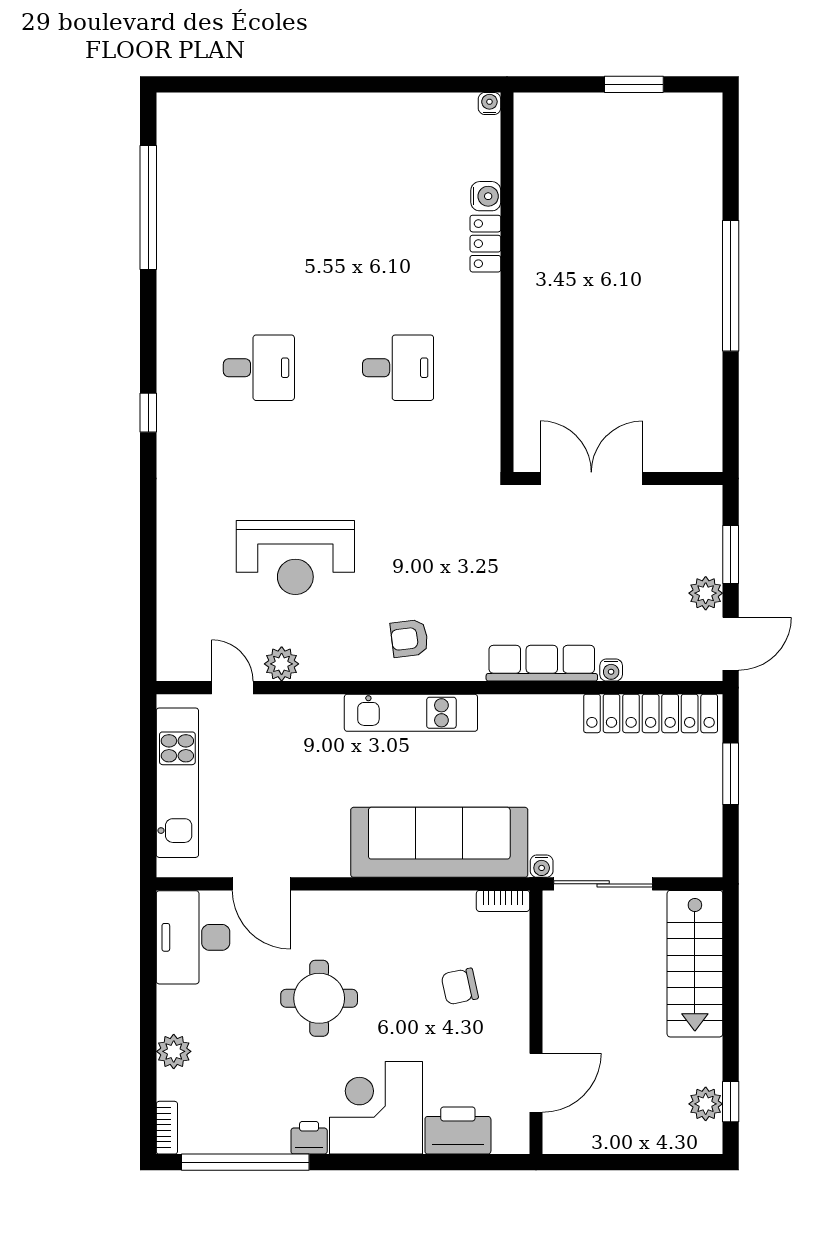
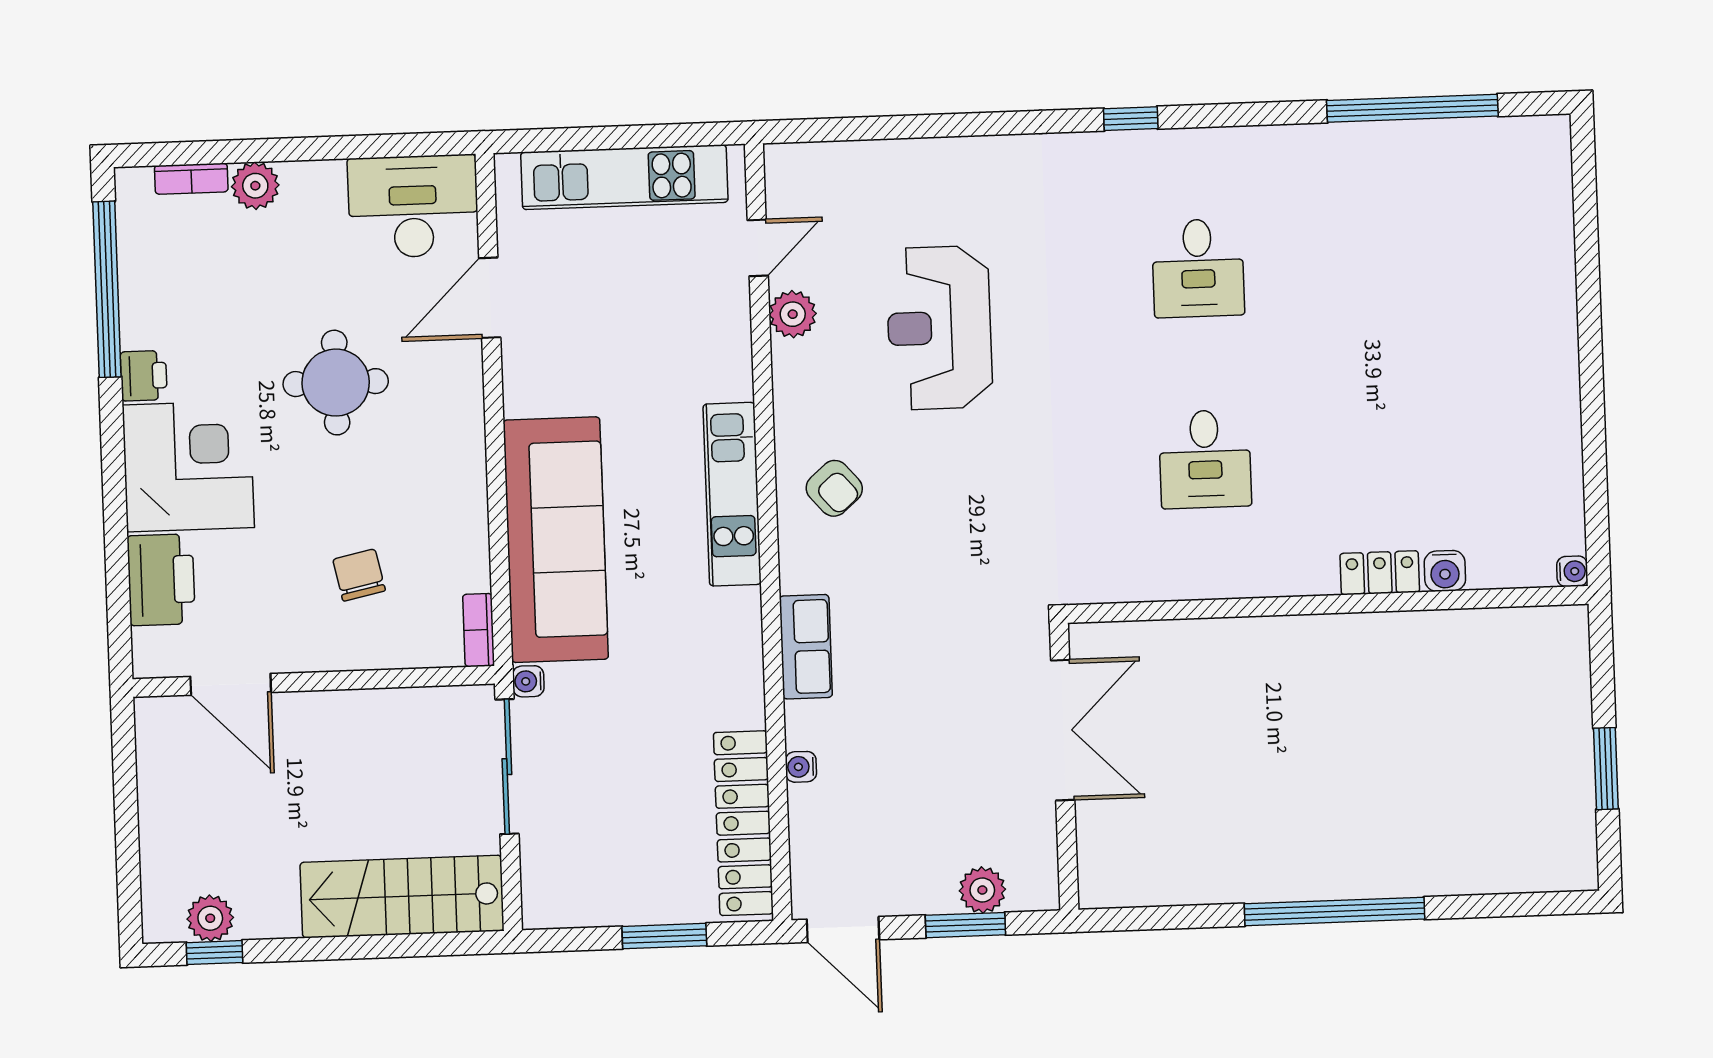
plant: (706, 593) -> (982, 890), moved
armchair: (409, 638) -> (834, 488), turned 146
row of seats: (542, 663) -> (806, 647), width x0.68
bookcase: (167, 1128) -> (191, 179), moved

